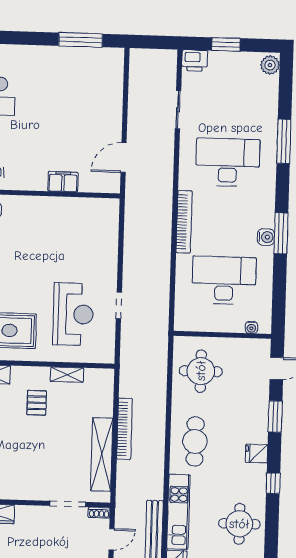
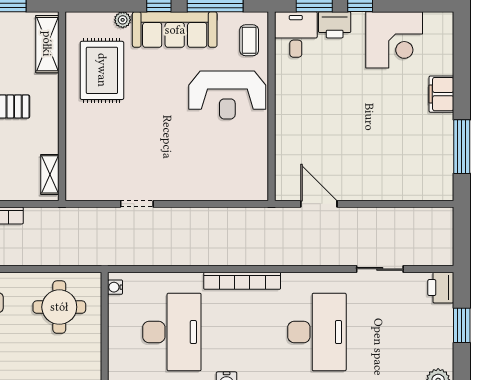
filing cabinet: (63, 182) -> (441, 94), moved, turned 180
reception desk: (73, 314) -> (227, 95), moved
water cooler: (251, 327) -> (115, 287), moved
shelving: (67, 375) -> (50, 174), moved

